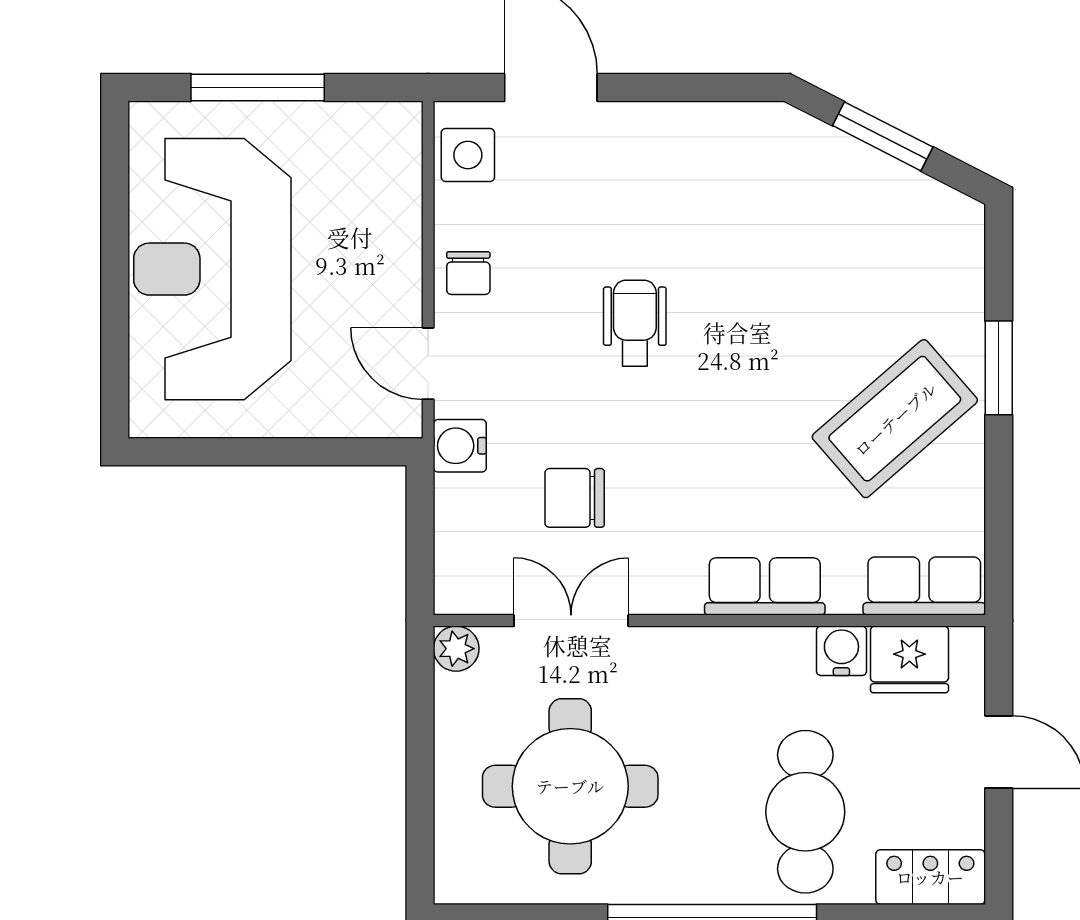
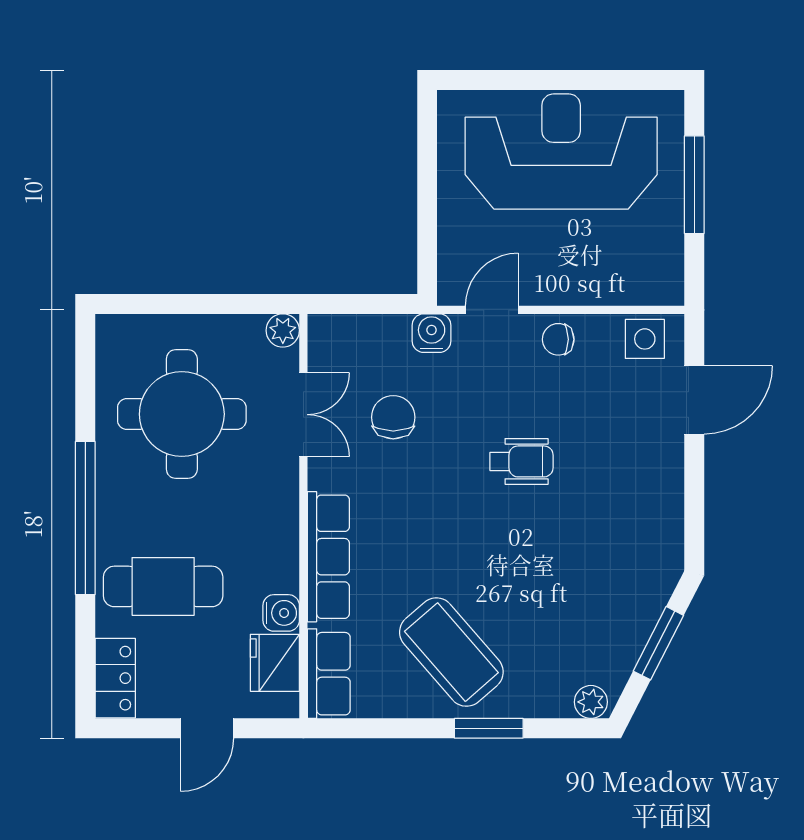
plant: (963, 228) -> (591, 702), added
row of seats: (765, 586) -> (328, 557), width x1.48

